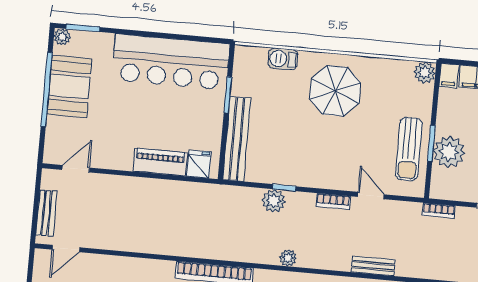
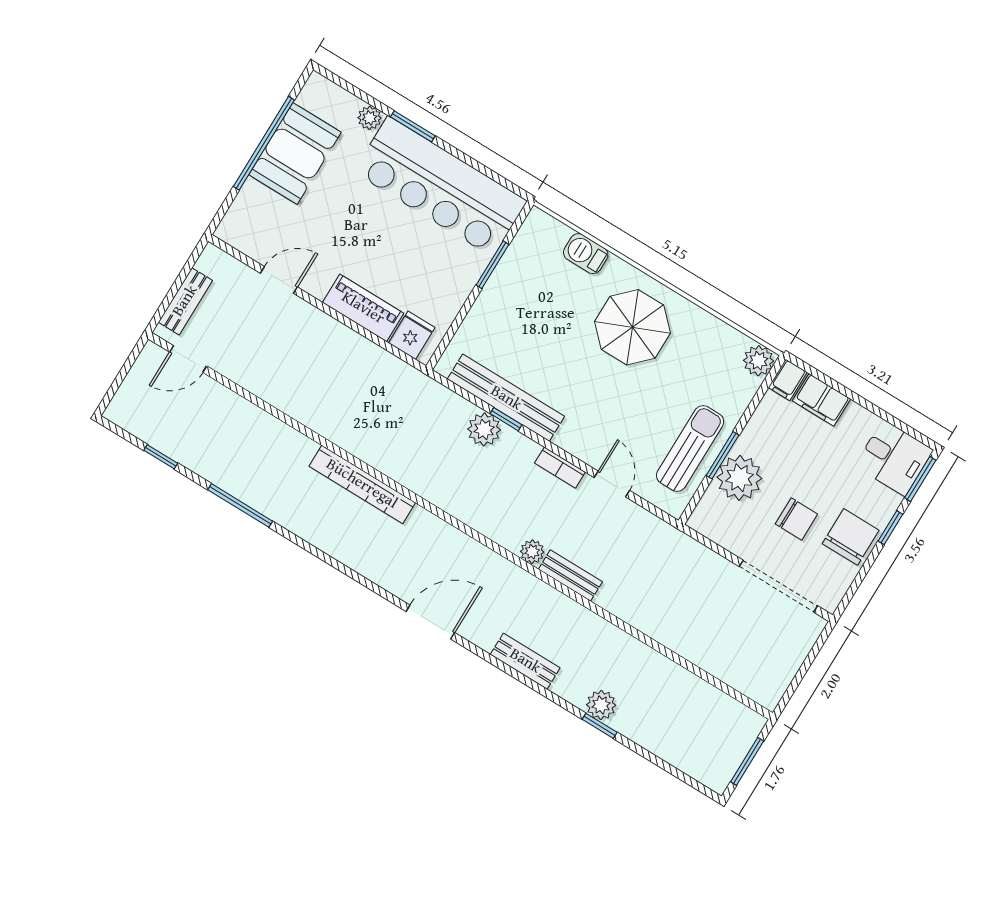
window: (83, 28) -> (413, 126), moved
plant: (62, 37) -> (370, 118), moved
bench: (237, 139) -> (506, 398), moved, turned 90
sun lounger: (409, 149) -> (690, 448), turned 180
door: (76, 169) -> (279, 280), moved
bookcase: (439, 211) -> (689, 546), removed
plant: (288, 258) -> (532, 552), moved

